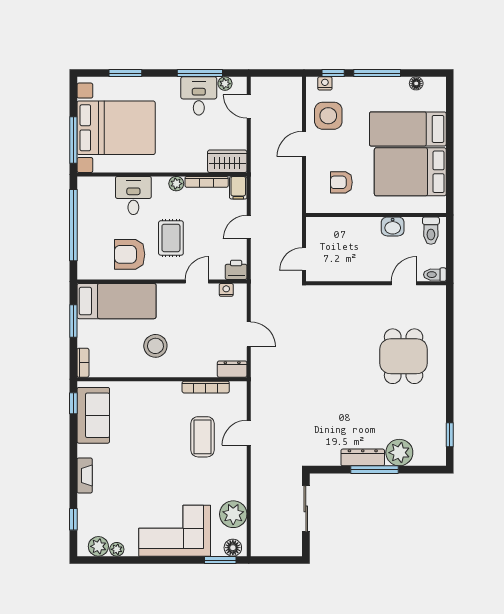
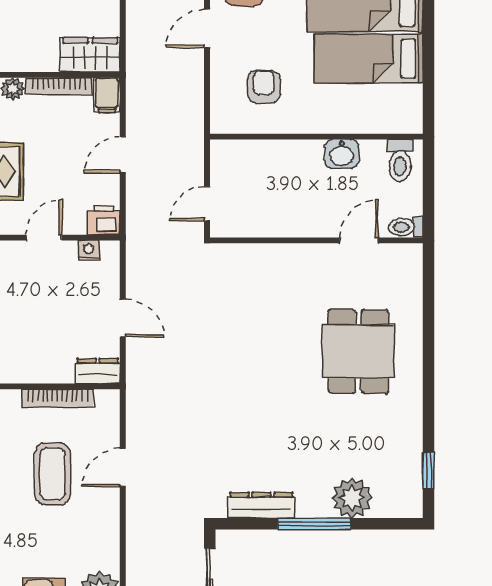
bed: (410, 172) -> (369, 59), width x0.67
armchair: (341, 182) -> (264, 87), turned 90
dresser: (363, 457) -> (261, 505), moved

